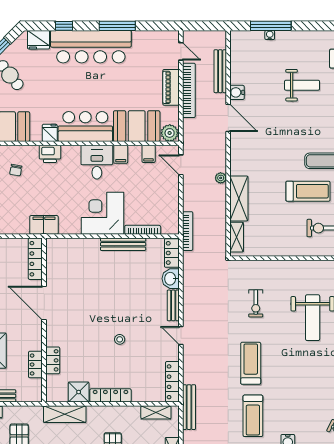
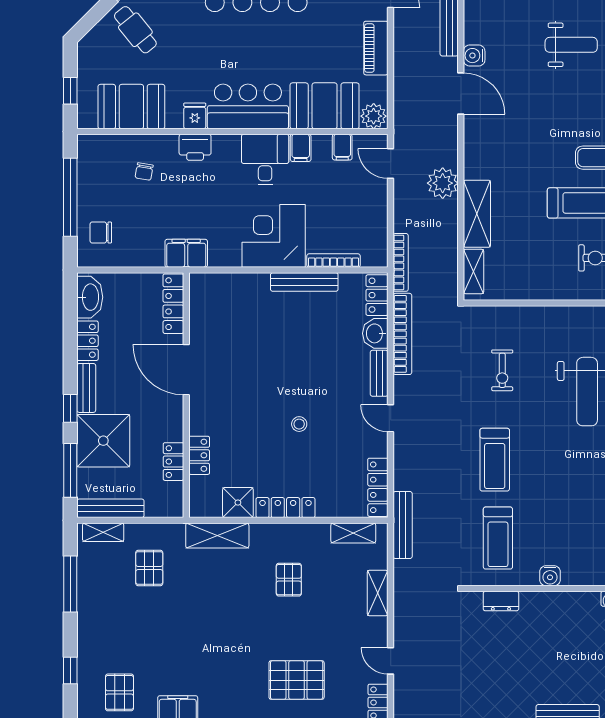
bookcase: (189, 90) -> (402, 334), moved
plant: (221, 178) -> (443, 183), width x1.88, depth x1.88
treadmill: (251, 363) -> (495, 460), turned 180

